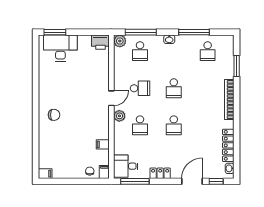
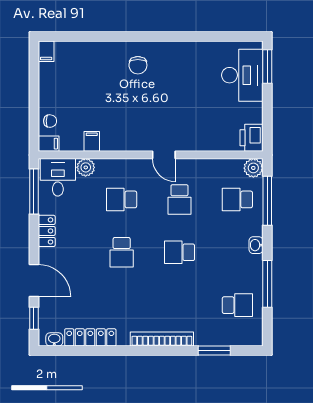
school desk: (208, 51) -> (237, 305), turned 180
plant: (119, 116) -> (86, 167), moved
school desk: (174, 125) -> (122, 252), turned -90

